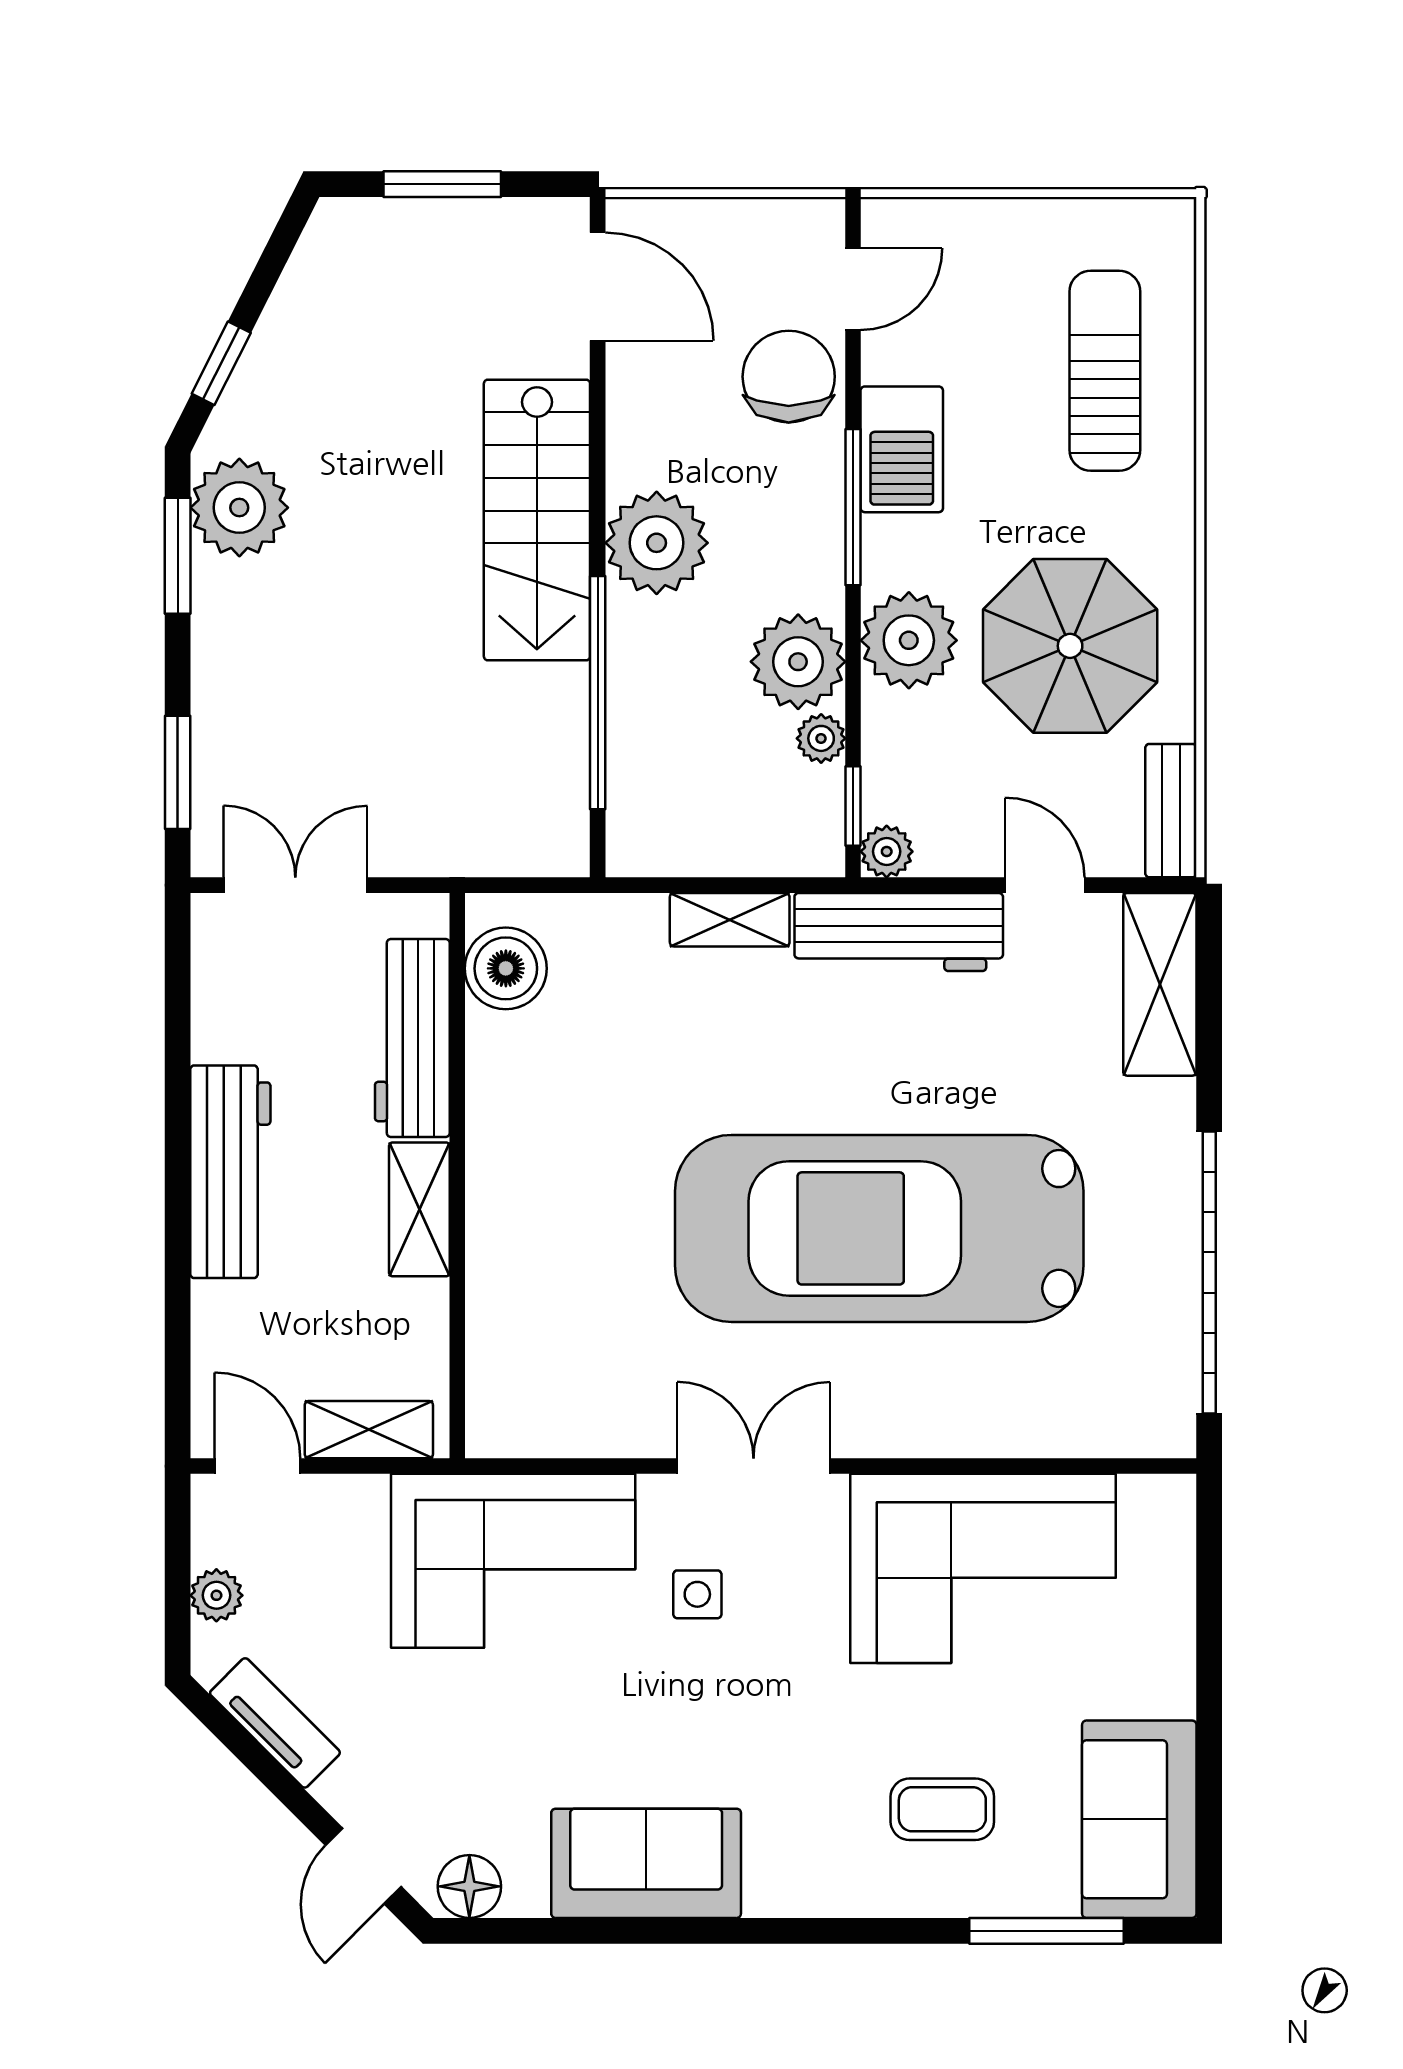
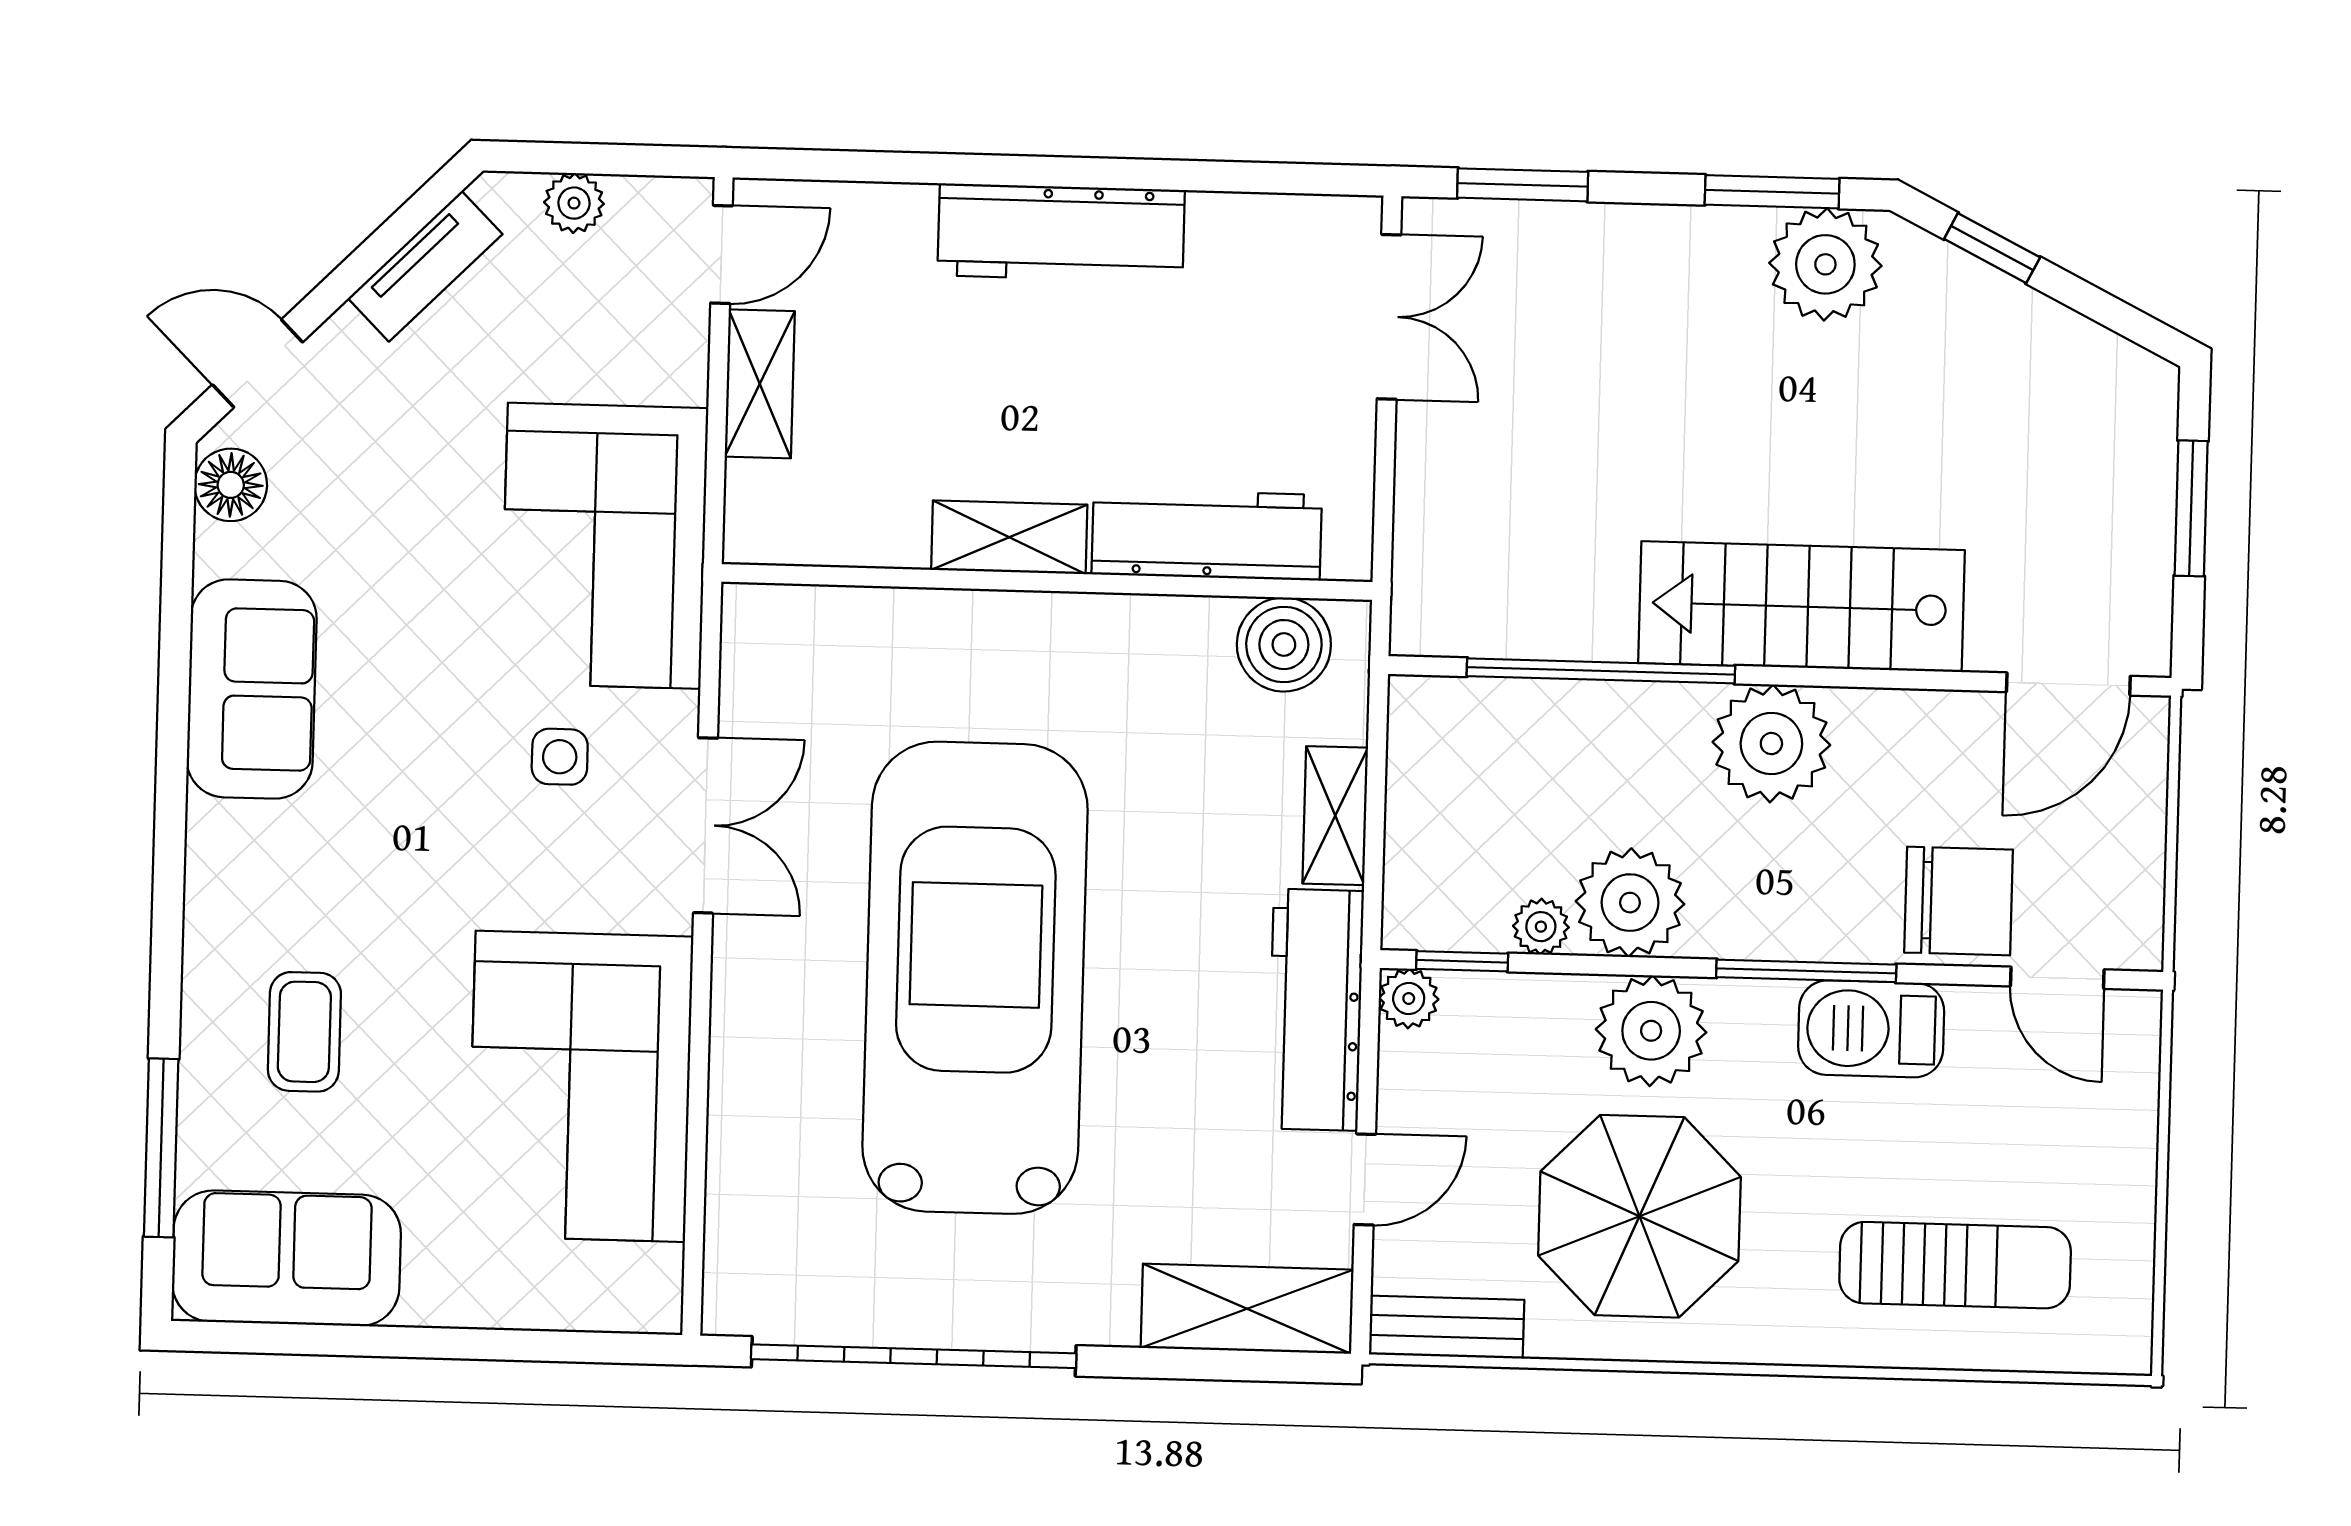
boiler: (506, 968) -> (1284, 645), moved
workbench: (412, 1038) -> (1207, 535), moved
wall: (457, 1176) -> (1047, 582), moved
shelving: (419, 1209) -> (1009, 537), moved

